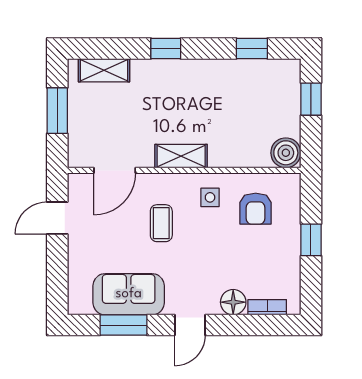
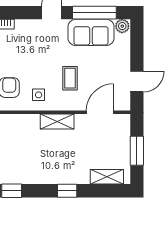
floor lamp: (233, 302) -> (24, 27), removed
plant: (80, 304) -> (122, 26), added
window: (123, 325) -> (94, 13), width x1.44

